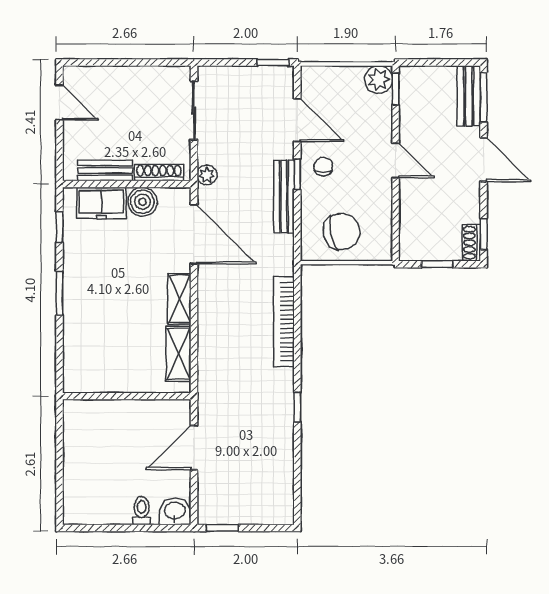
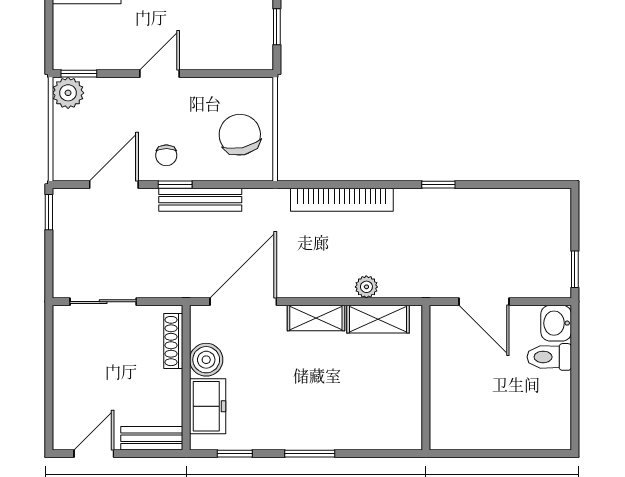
chair: (323, 166) -> (166, 155), turned -90
bench: (105, 170) -> (152, 438), moved, turned 90
plant: (207, 175) -> (366, 287), moved
toilet: (142, 511) -> (549, 357), width x1.37, depth x1.39

